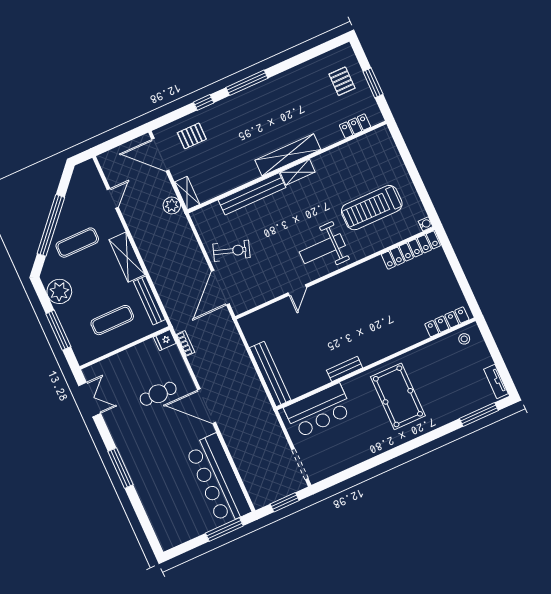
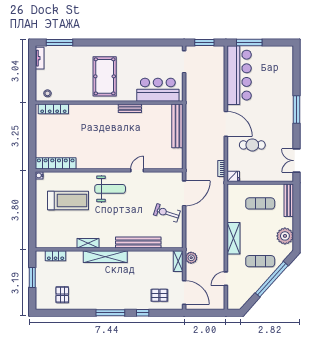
pallet: (342, 81) -> (62, 295), moved
shelving: (298, 172) -> (88, 243), moved
bench: (149, 300) -> (289, 200), moved
window: (58, 330) -> (296, 212), removed

